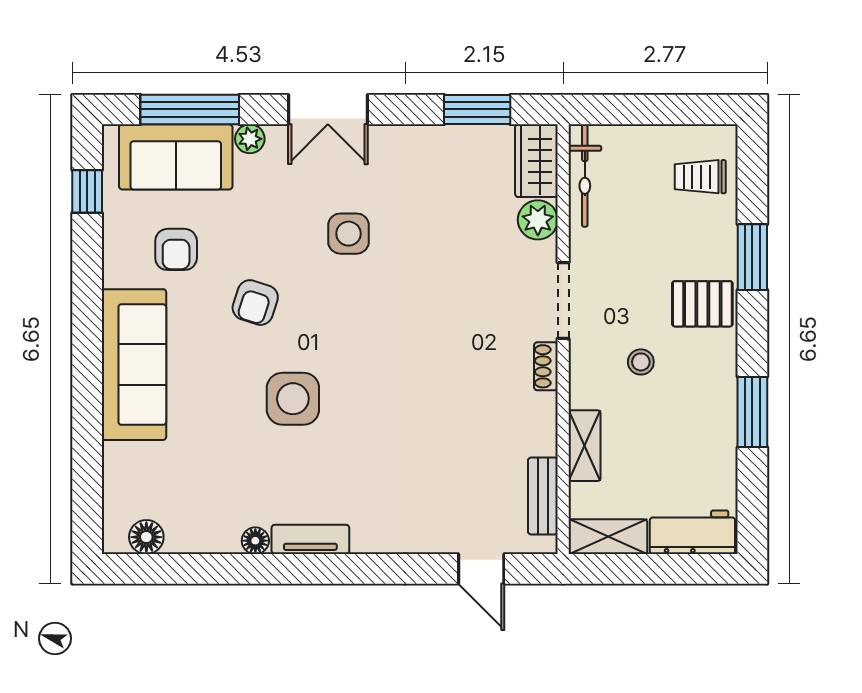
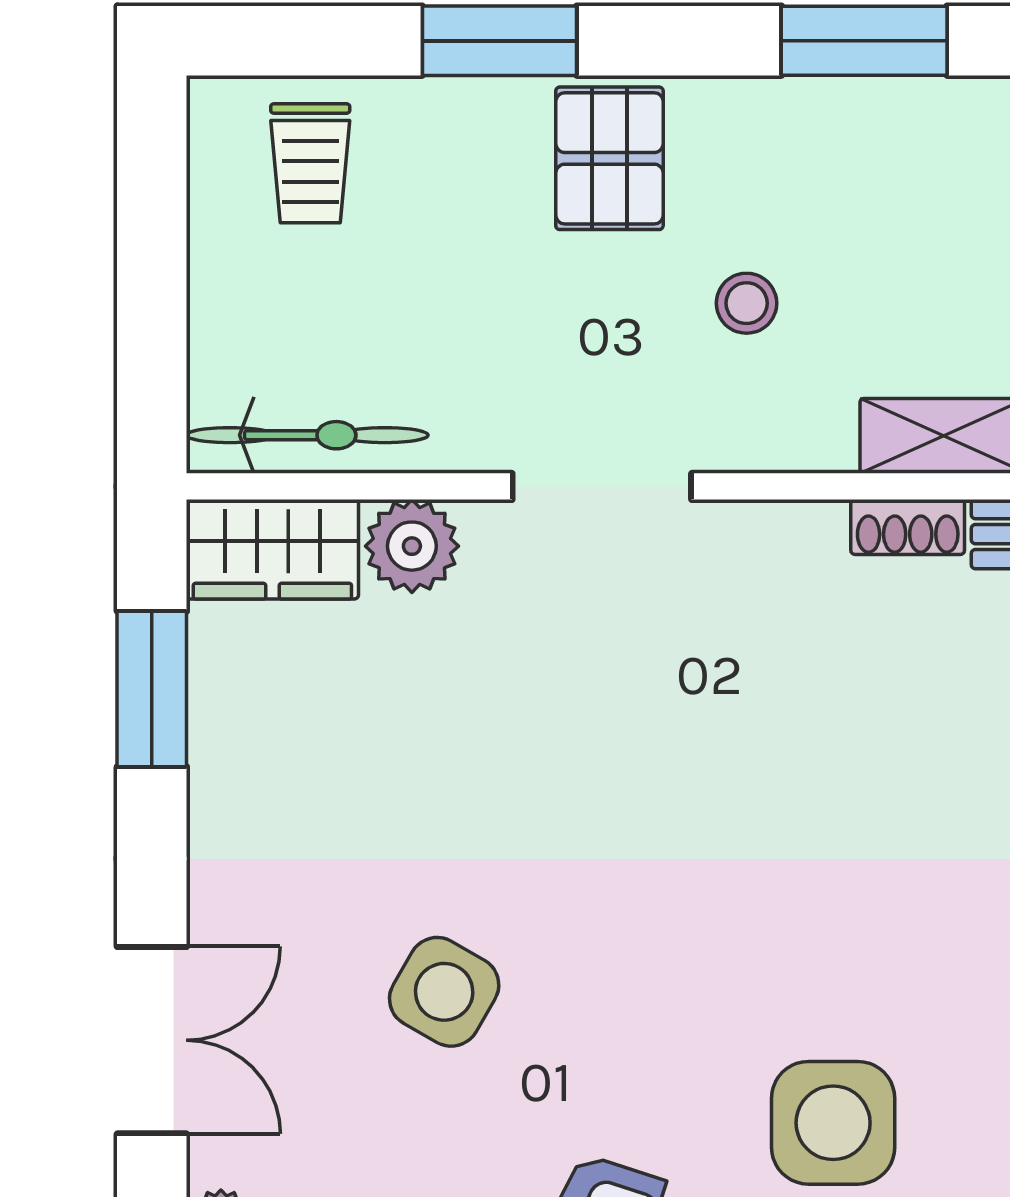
side table: (349, 234) -> (444, 992), turned 30
shoe rack: (546, 366) -> (908, 527), moved

